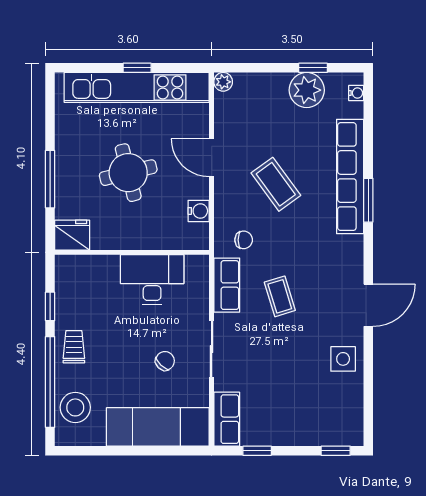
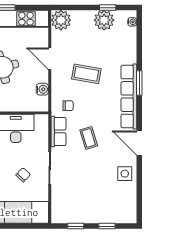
plant: (223, 82) -> (61, 20), width x1.88, depth x1.88
row of seats: (350, 177) -> (129, 97), moved
coffee table: (276, 184) -> (86, 74), turned -44
door: (368, 305) -> (139, 143), swing flipped
row of seats: (227, 419) -> (58, 208), removed
window: (336, 451) -> (107, 226), moved

